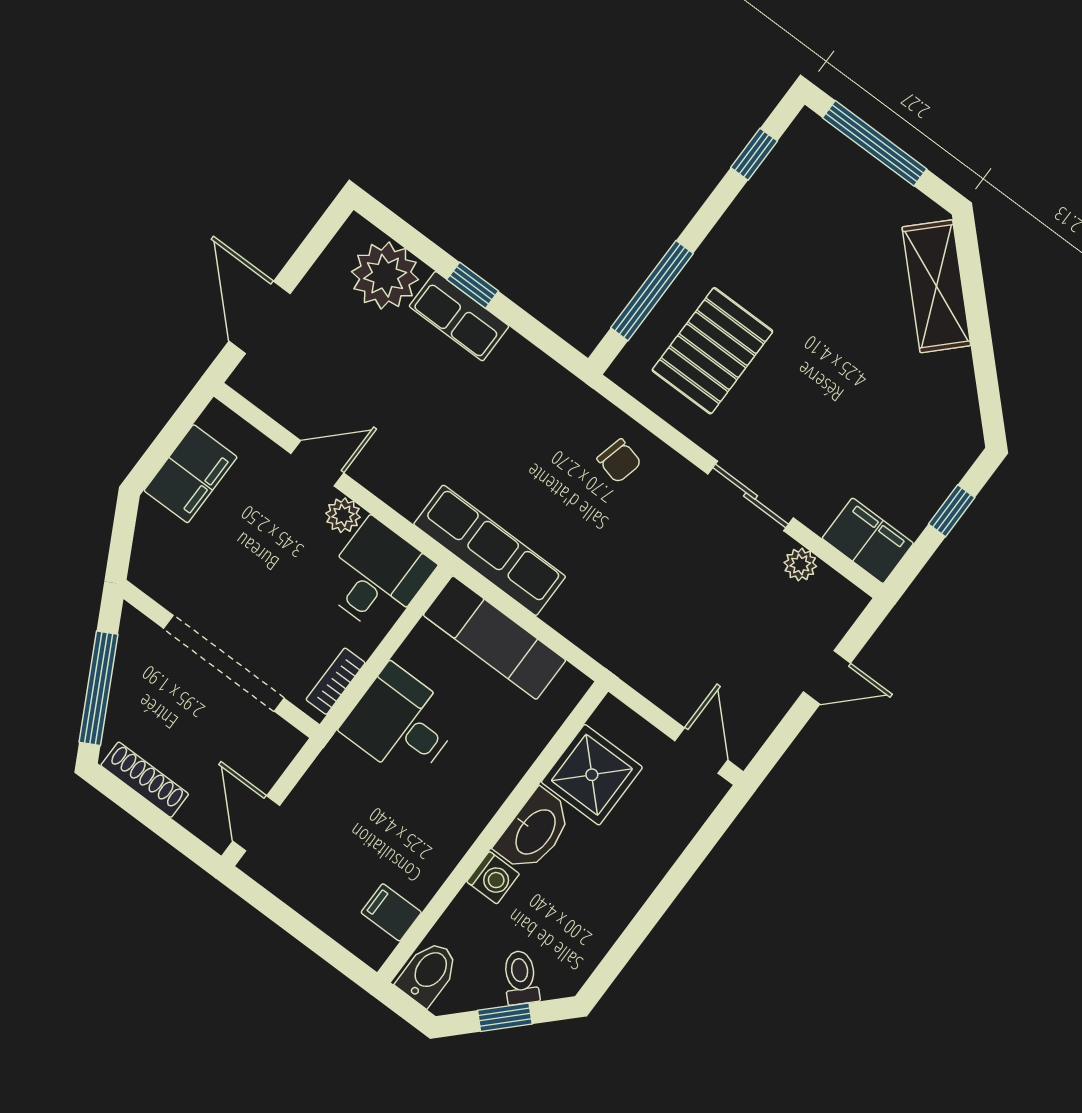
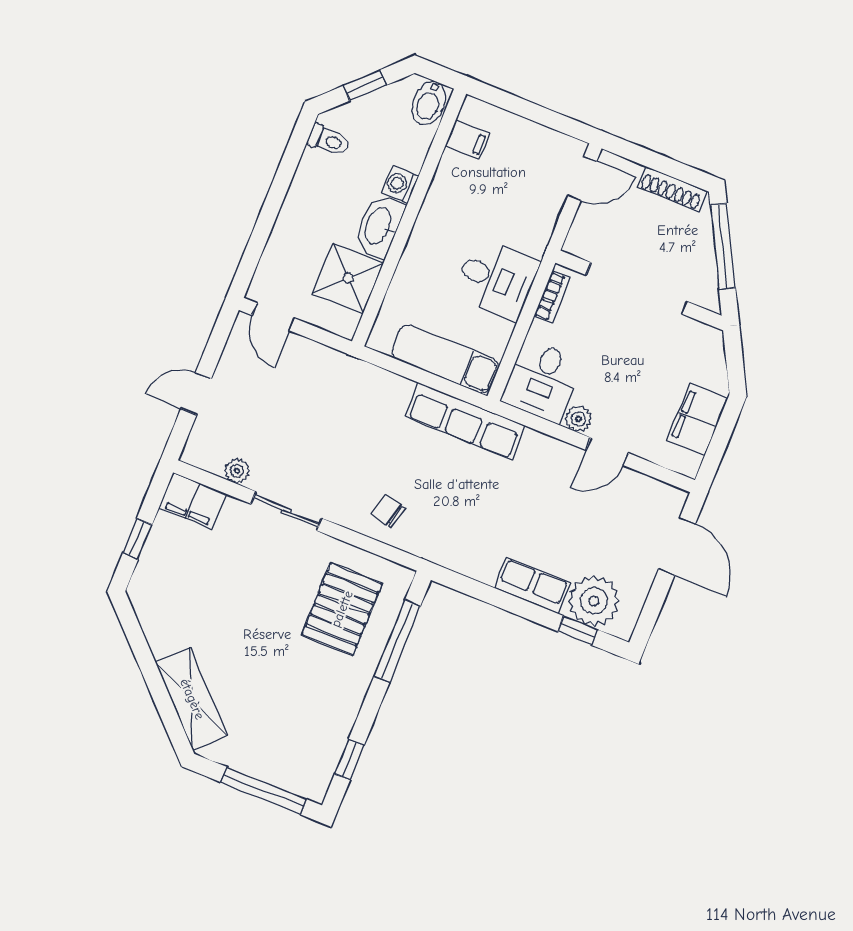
window: (473, 285) -> (577, 630), moved
door: (256, 823) -> (582, 178), hinge flipped
toilet: (521, 977) -> (328, 140), moved, turned -45

